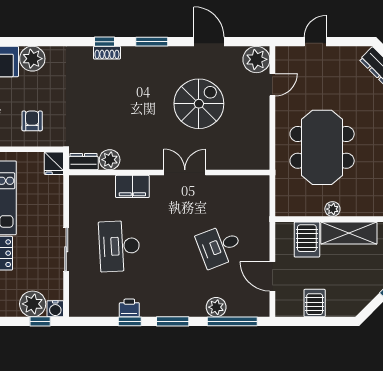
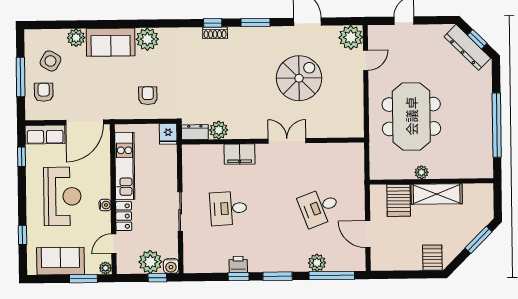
desk: (119, 246) -> (228, 208), width x0.73
server rack: (315, 303) -> (432, 258), moved

